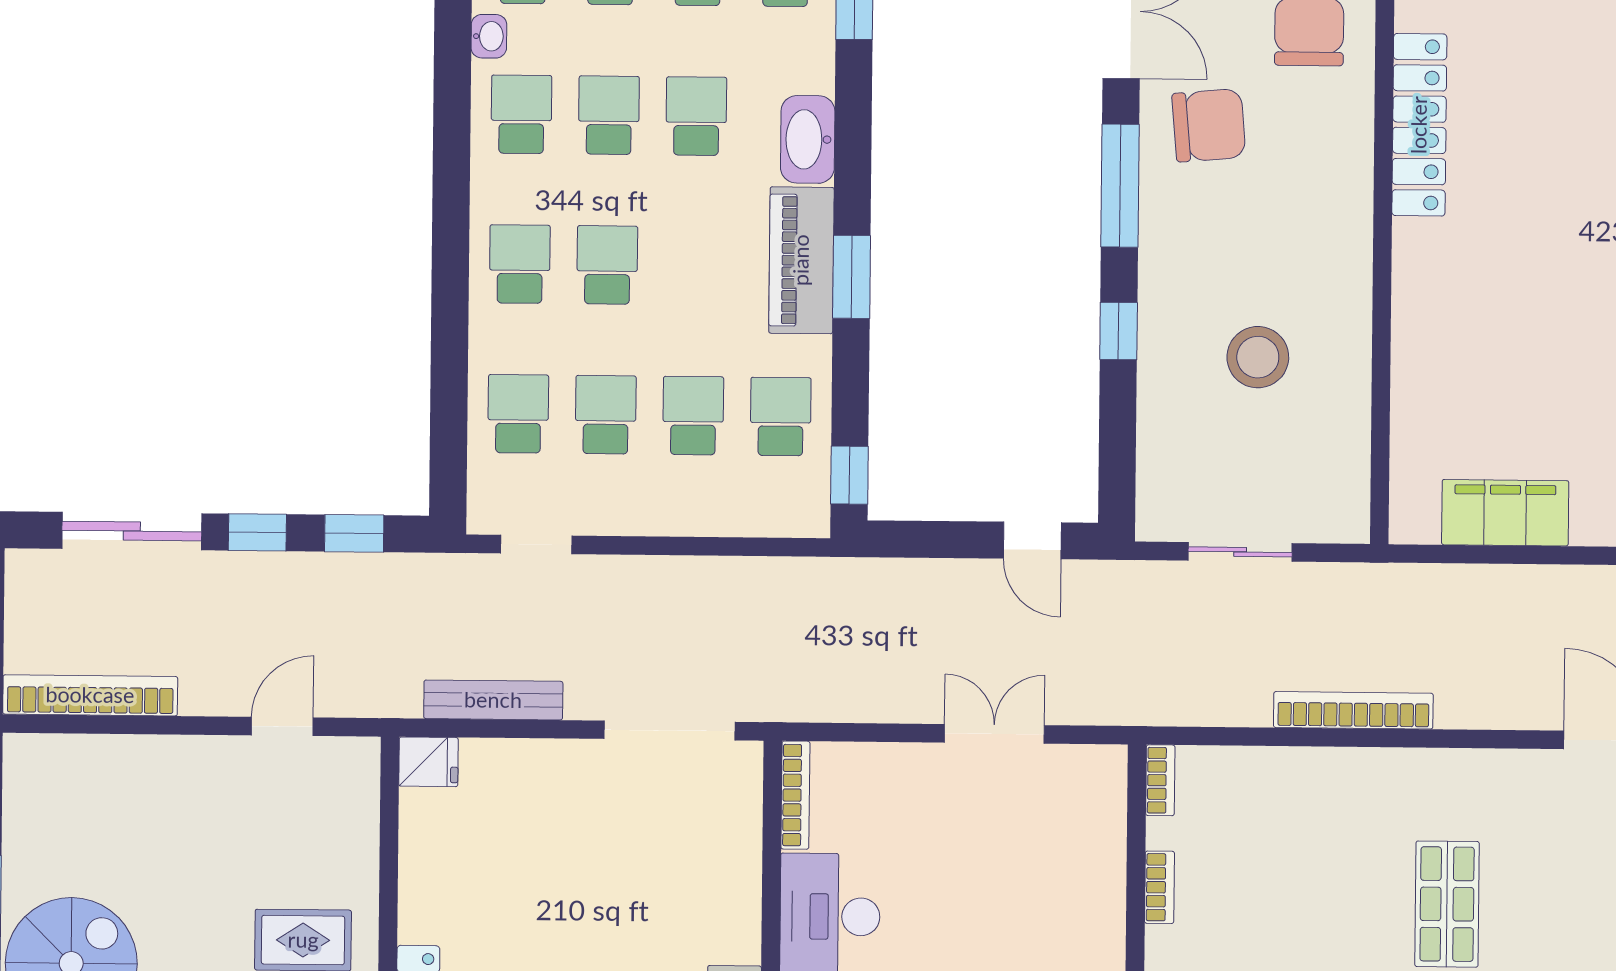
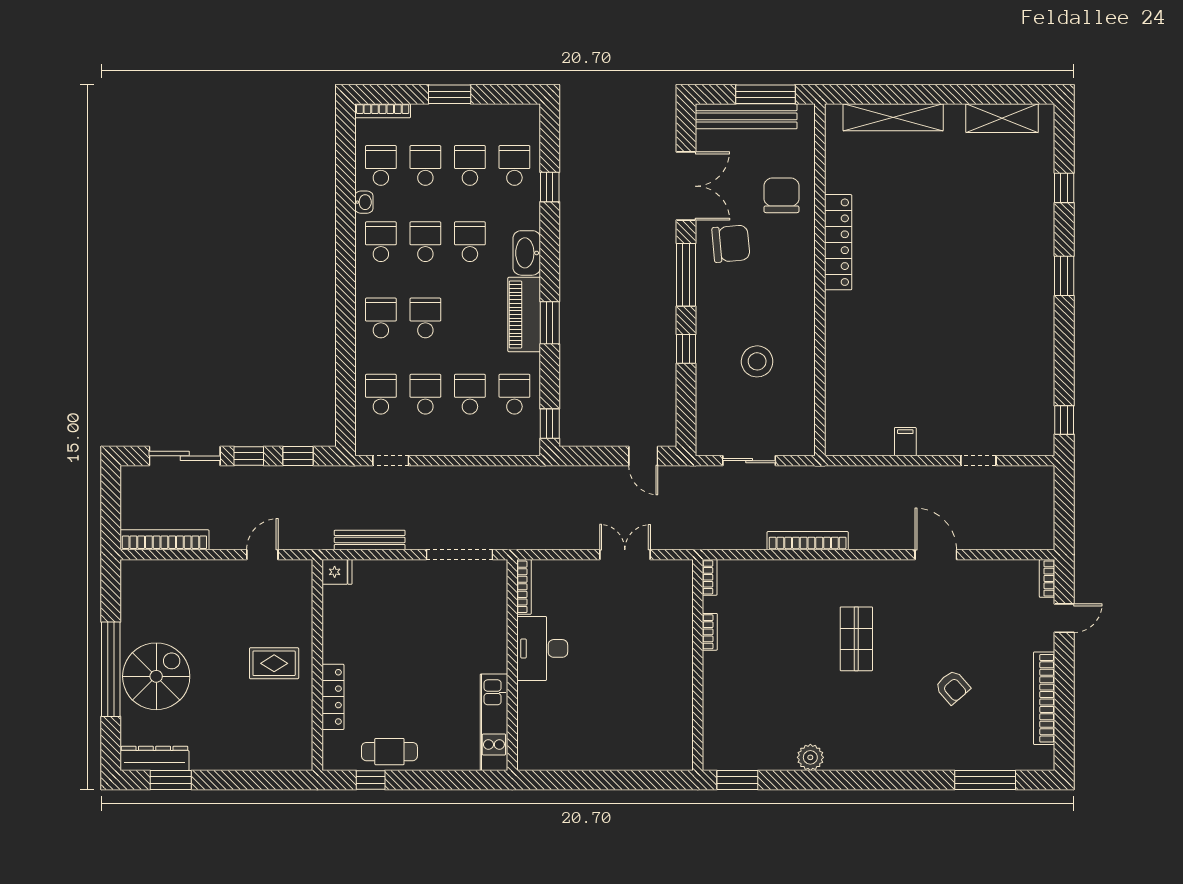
filing cabinet: (1505, 513) -> (905, 442), width x0.33, depth x0.86

